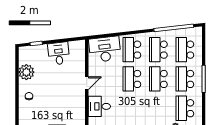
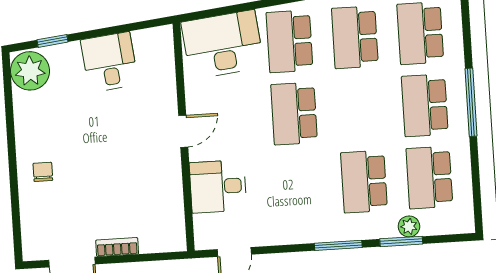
plant: (26, 72) -> (30, 71), moved
school desk: (158, 79) -> (364, 182), moved

